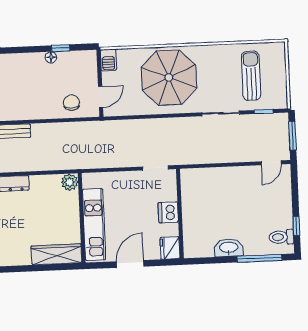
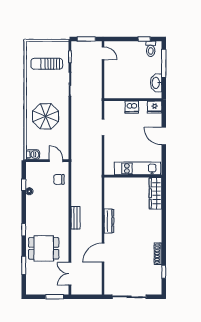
parasol: (169, 78) -> (46, 116), width x0.73, depth x0.73
plant: (70, 182) -> (110, 183), removed
dishwasher: (168, 212) -> (132, 107), moved
wall: (180, 214) -> (133, 100), moved
fridge: (170, 248) -> (155, 107), moved
door: (130, 264) -> (164, 136), moved

